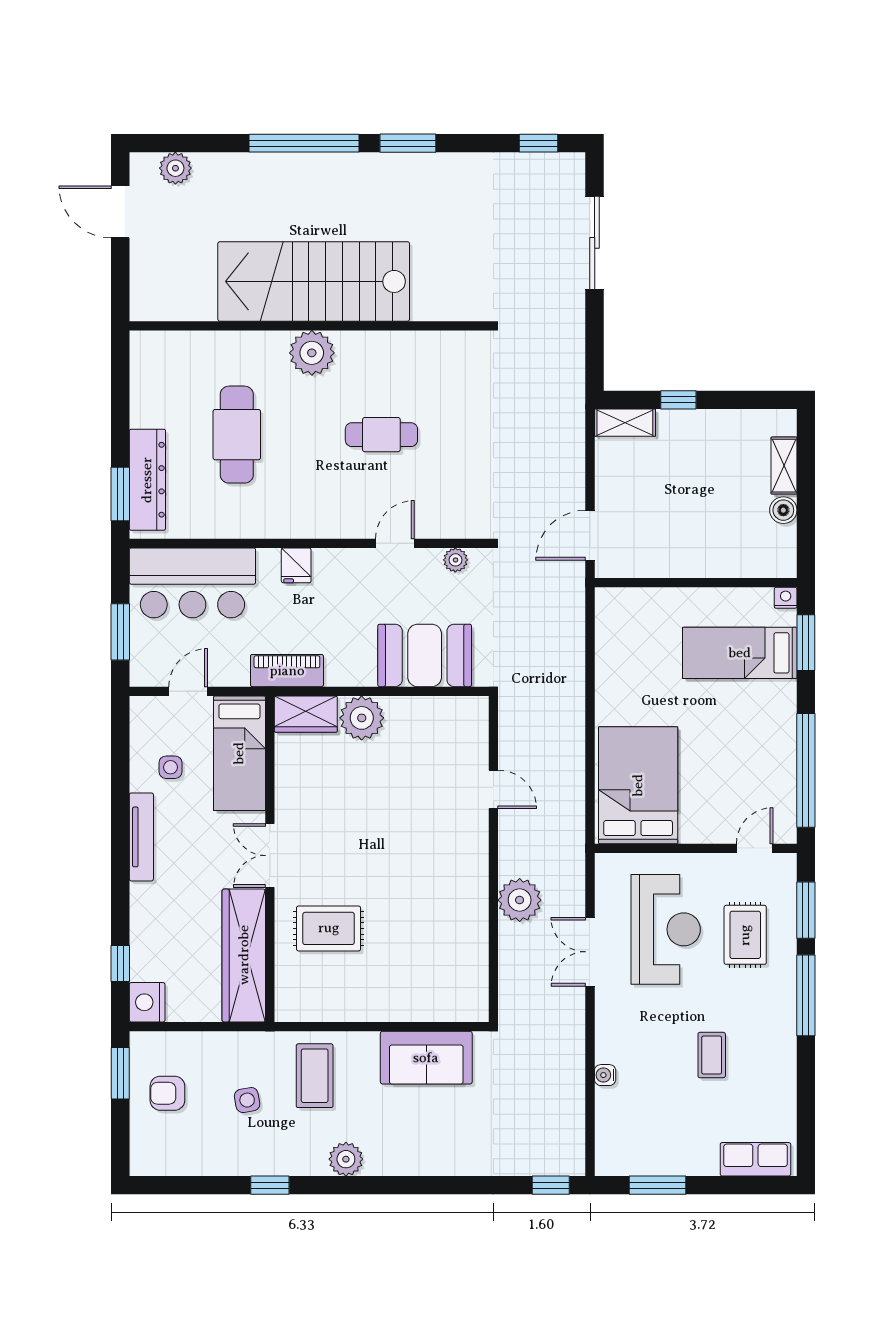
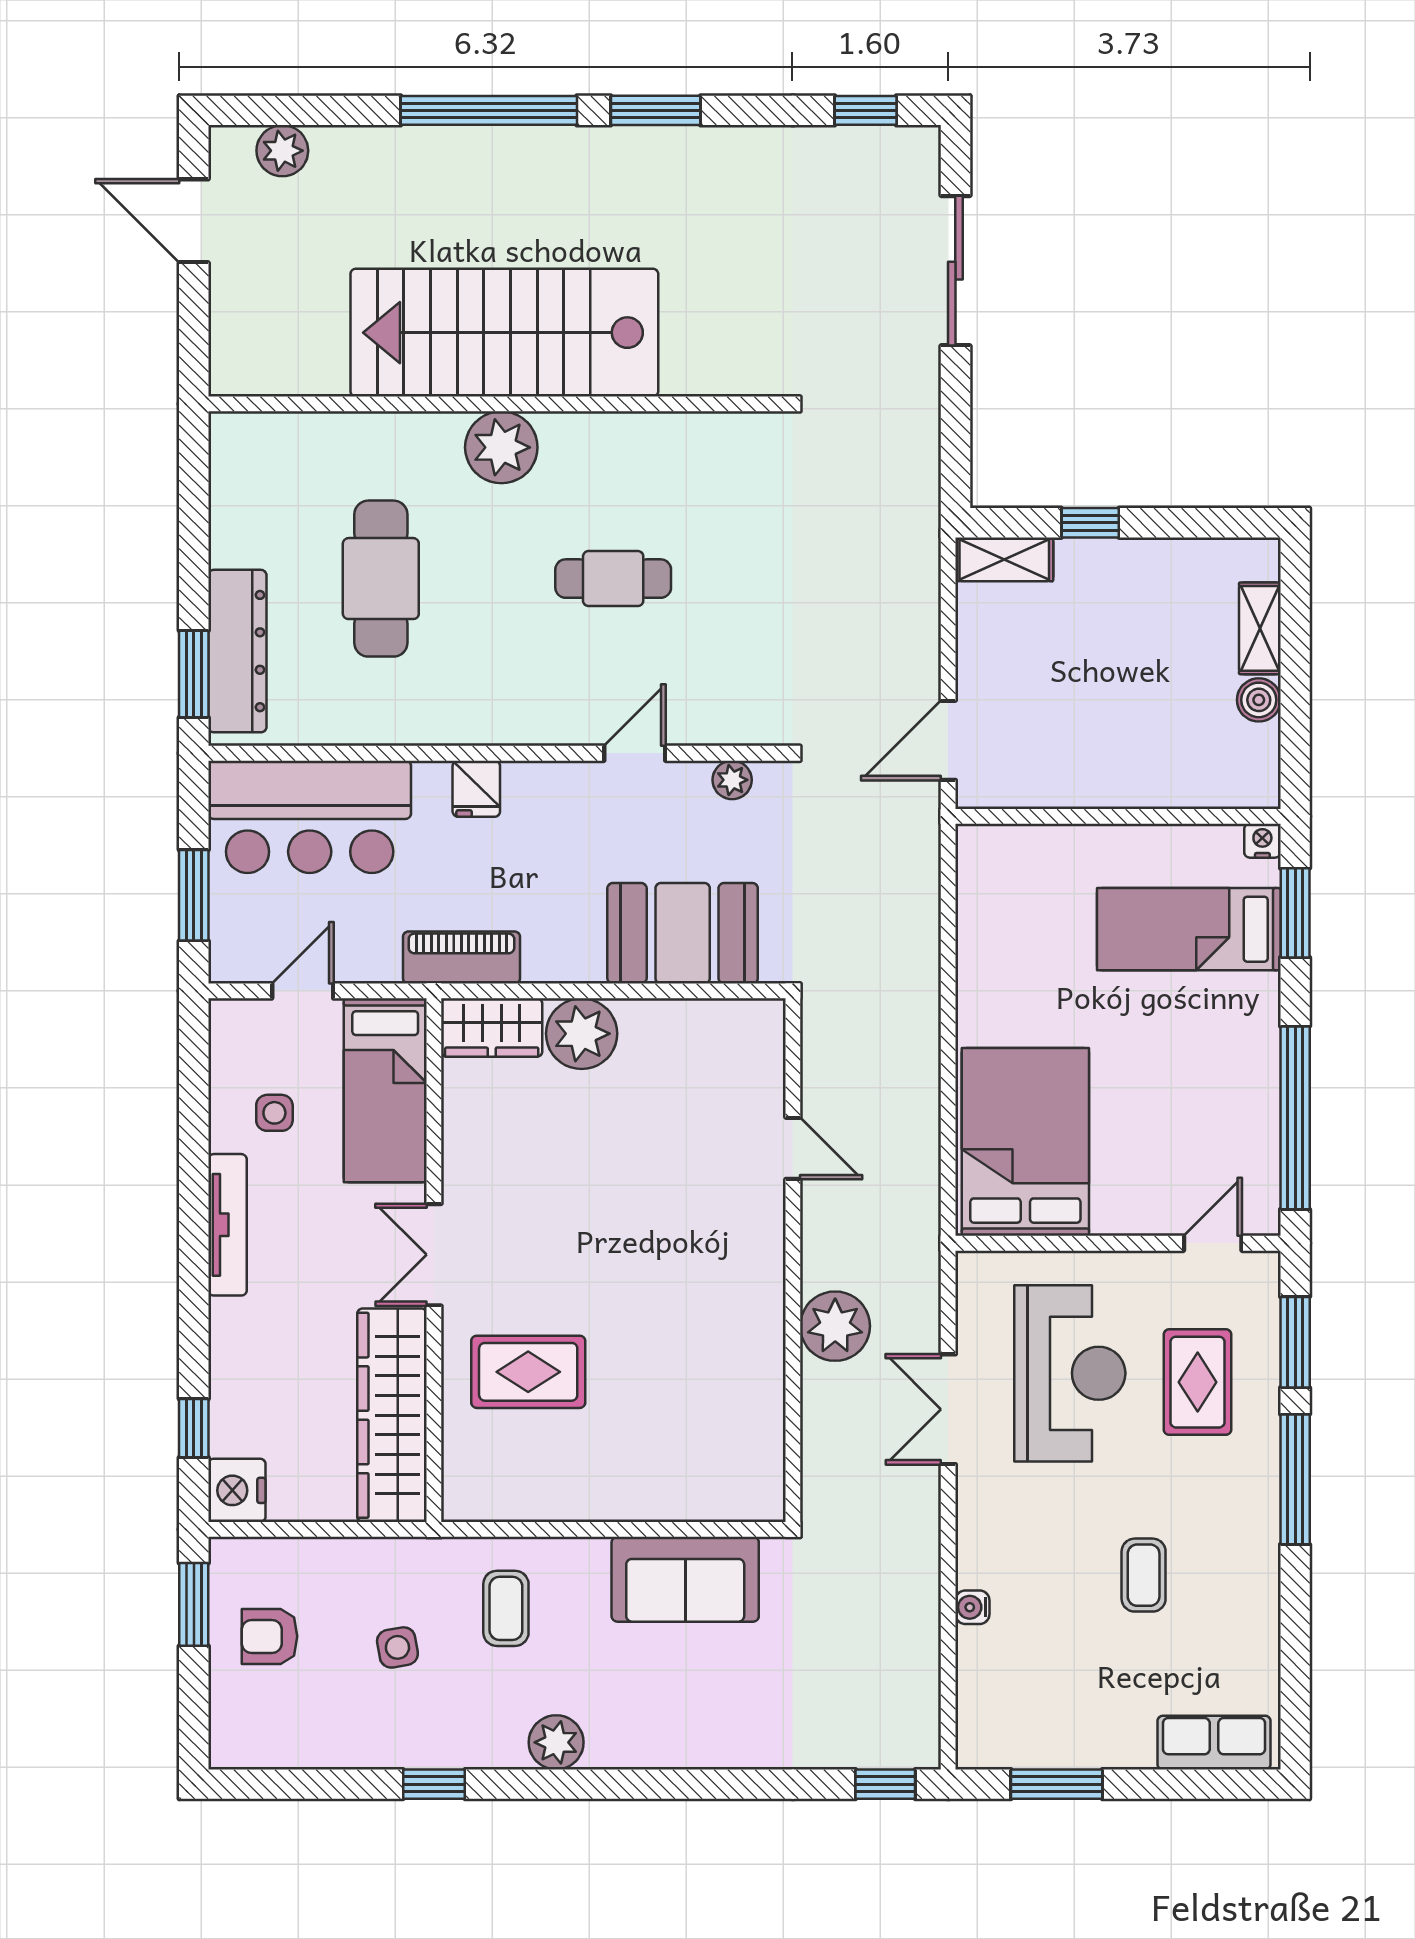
coffee table: (315, 1076) -> (506, 1608), width x0.73, depth x0.77

